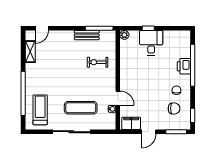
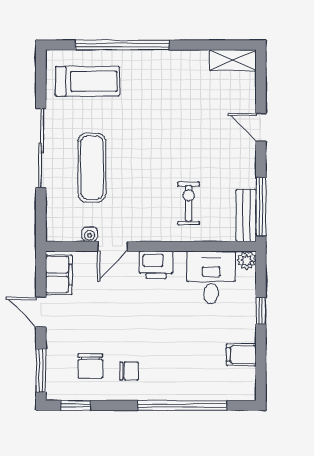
door: (42, 28) -> (261, 127), moved
bench: (87, 35) -> (246, 215), moved
filing cabinet: (169, 37) -> (241, 355), added
desk: (151, 43) -> (211, 277), moved, turned -90
shelving: (30, 52) -> (233, 60), moved
printer: (184, 66) -> (156, 265), moved, turned 180

